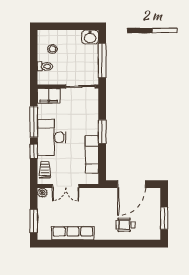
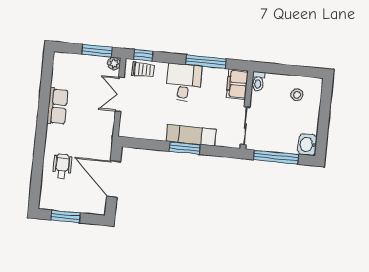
toilet: (45, 66) -> (258, 81), moved
desk: (52, 137) -> (184, 83), width x0.73
window: (34, 151) -> (143, 55), moved
exam couch: (92, 155) -> (191, 135), moved
window: (34, 221) -> (97, 51), moved
row of seats: (73, 233) -> (57, 106), width x0.68

